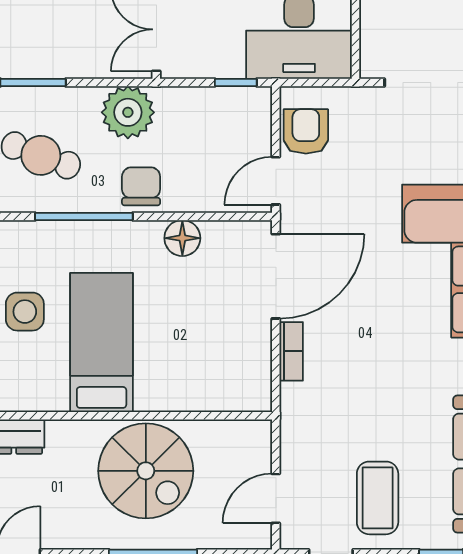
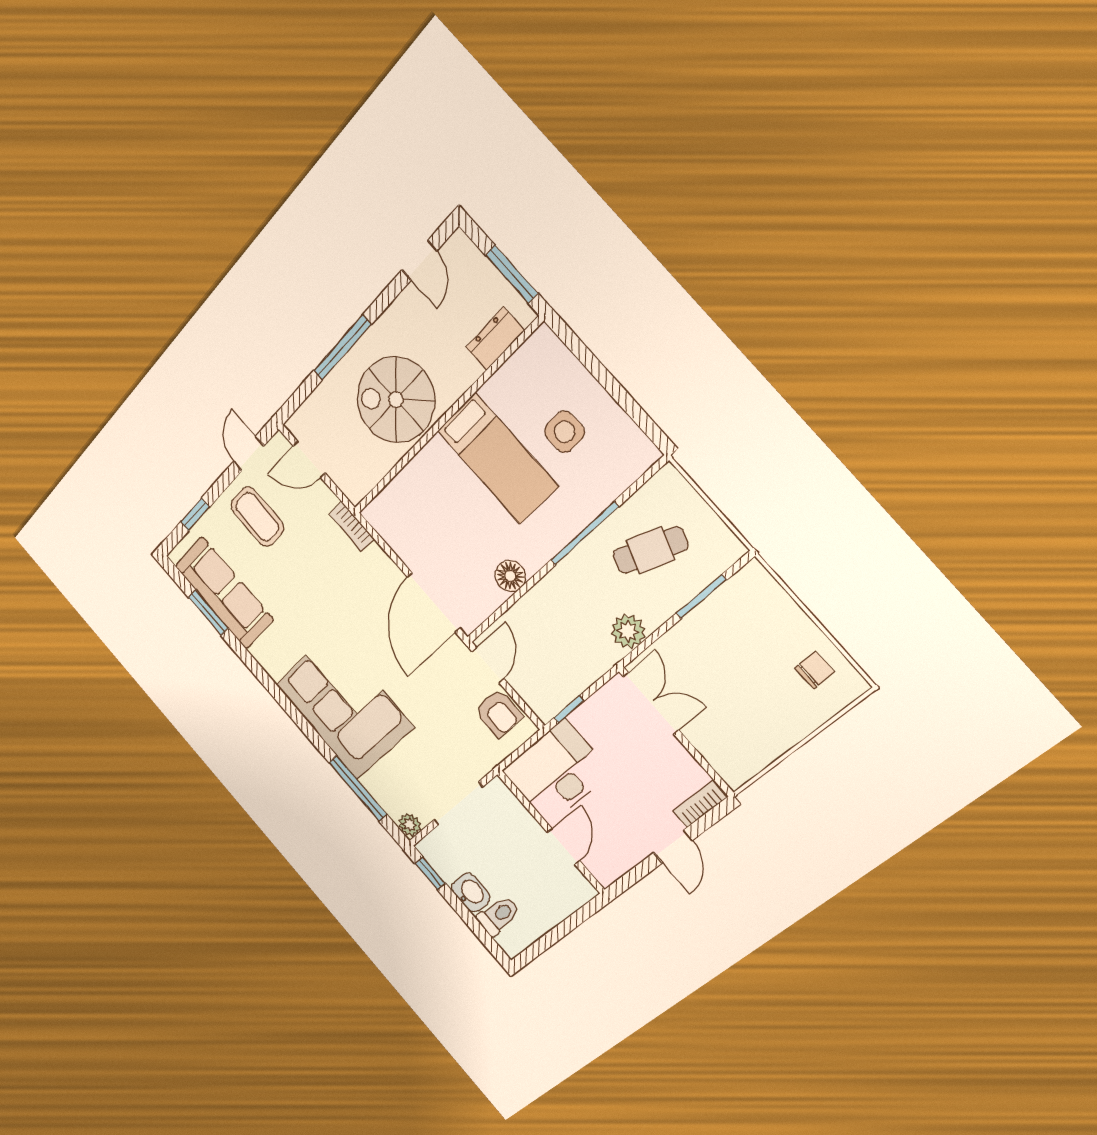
plant: (128, 112) -> (628, 631), width x0.73, depth x0.73
chair: (141, 186) -> (566, 587), removed
bookcase: (291, 351) -> (351, 526), moved
door: (276, 498) -> (309, 459), swing flipped

